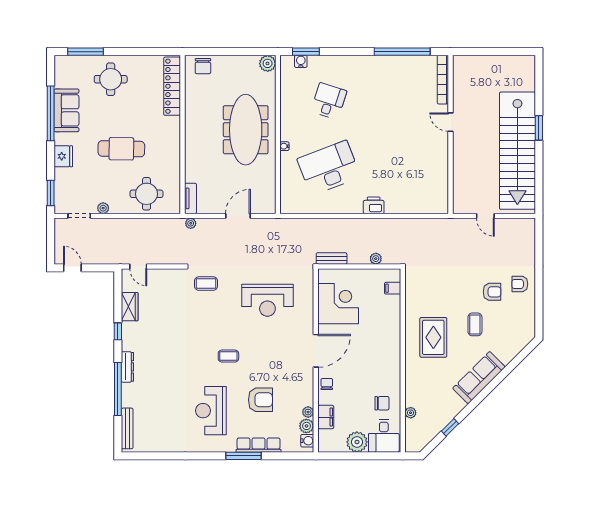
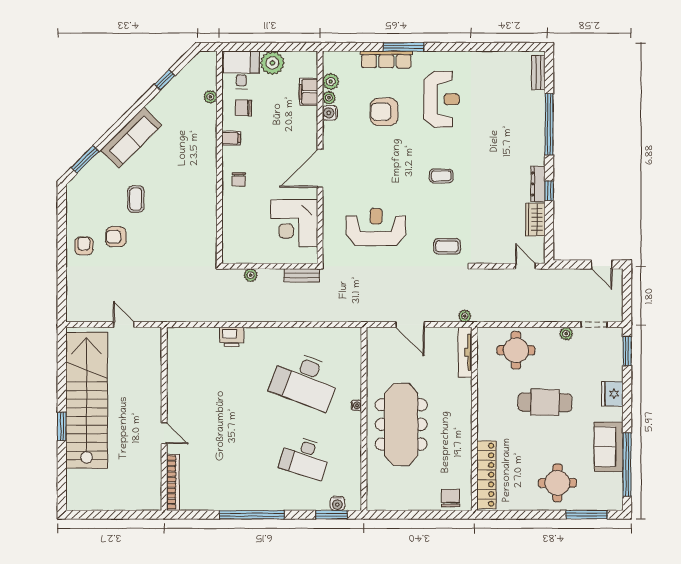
window: (402, 52) -> (252, 515), moved
plant: (268, 63) -> (376, 501), removed
desk: (329, 101) -> (305, 457), width x1.37
window: (51, 113) -> (627, 465), moved
desk: (329, 168) -> (305, 380), turned 42
tv unit: (190, 198) -> (465, 352), width x1.41
printer: (374, 205) -> (232, 337), moved
door: (238, 216) -> (410, 325), hinge flipped
armchair: (520, 284) -> (84, 246), turned -90
filing cabinet: (393, 288) -> (231, 138), moved
rug: (433, 337) -> (184, 184), removed
coffee table: (228, 356) -> (441, 176), moved
window: (519, 359) -> (85, 160), added
dresser: (127, 367) -> (538, 184), moved
chair: (327, 384) -> (239, 179), moved
bench: (127, 428) -> (538, 72), width x0.73
water cooler: (307, 441) -> (330, 113), moved

